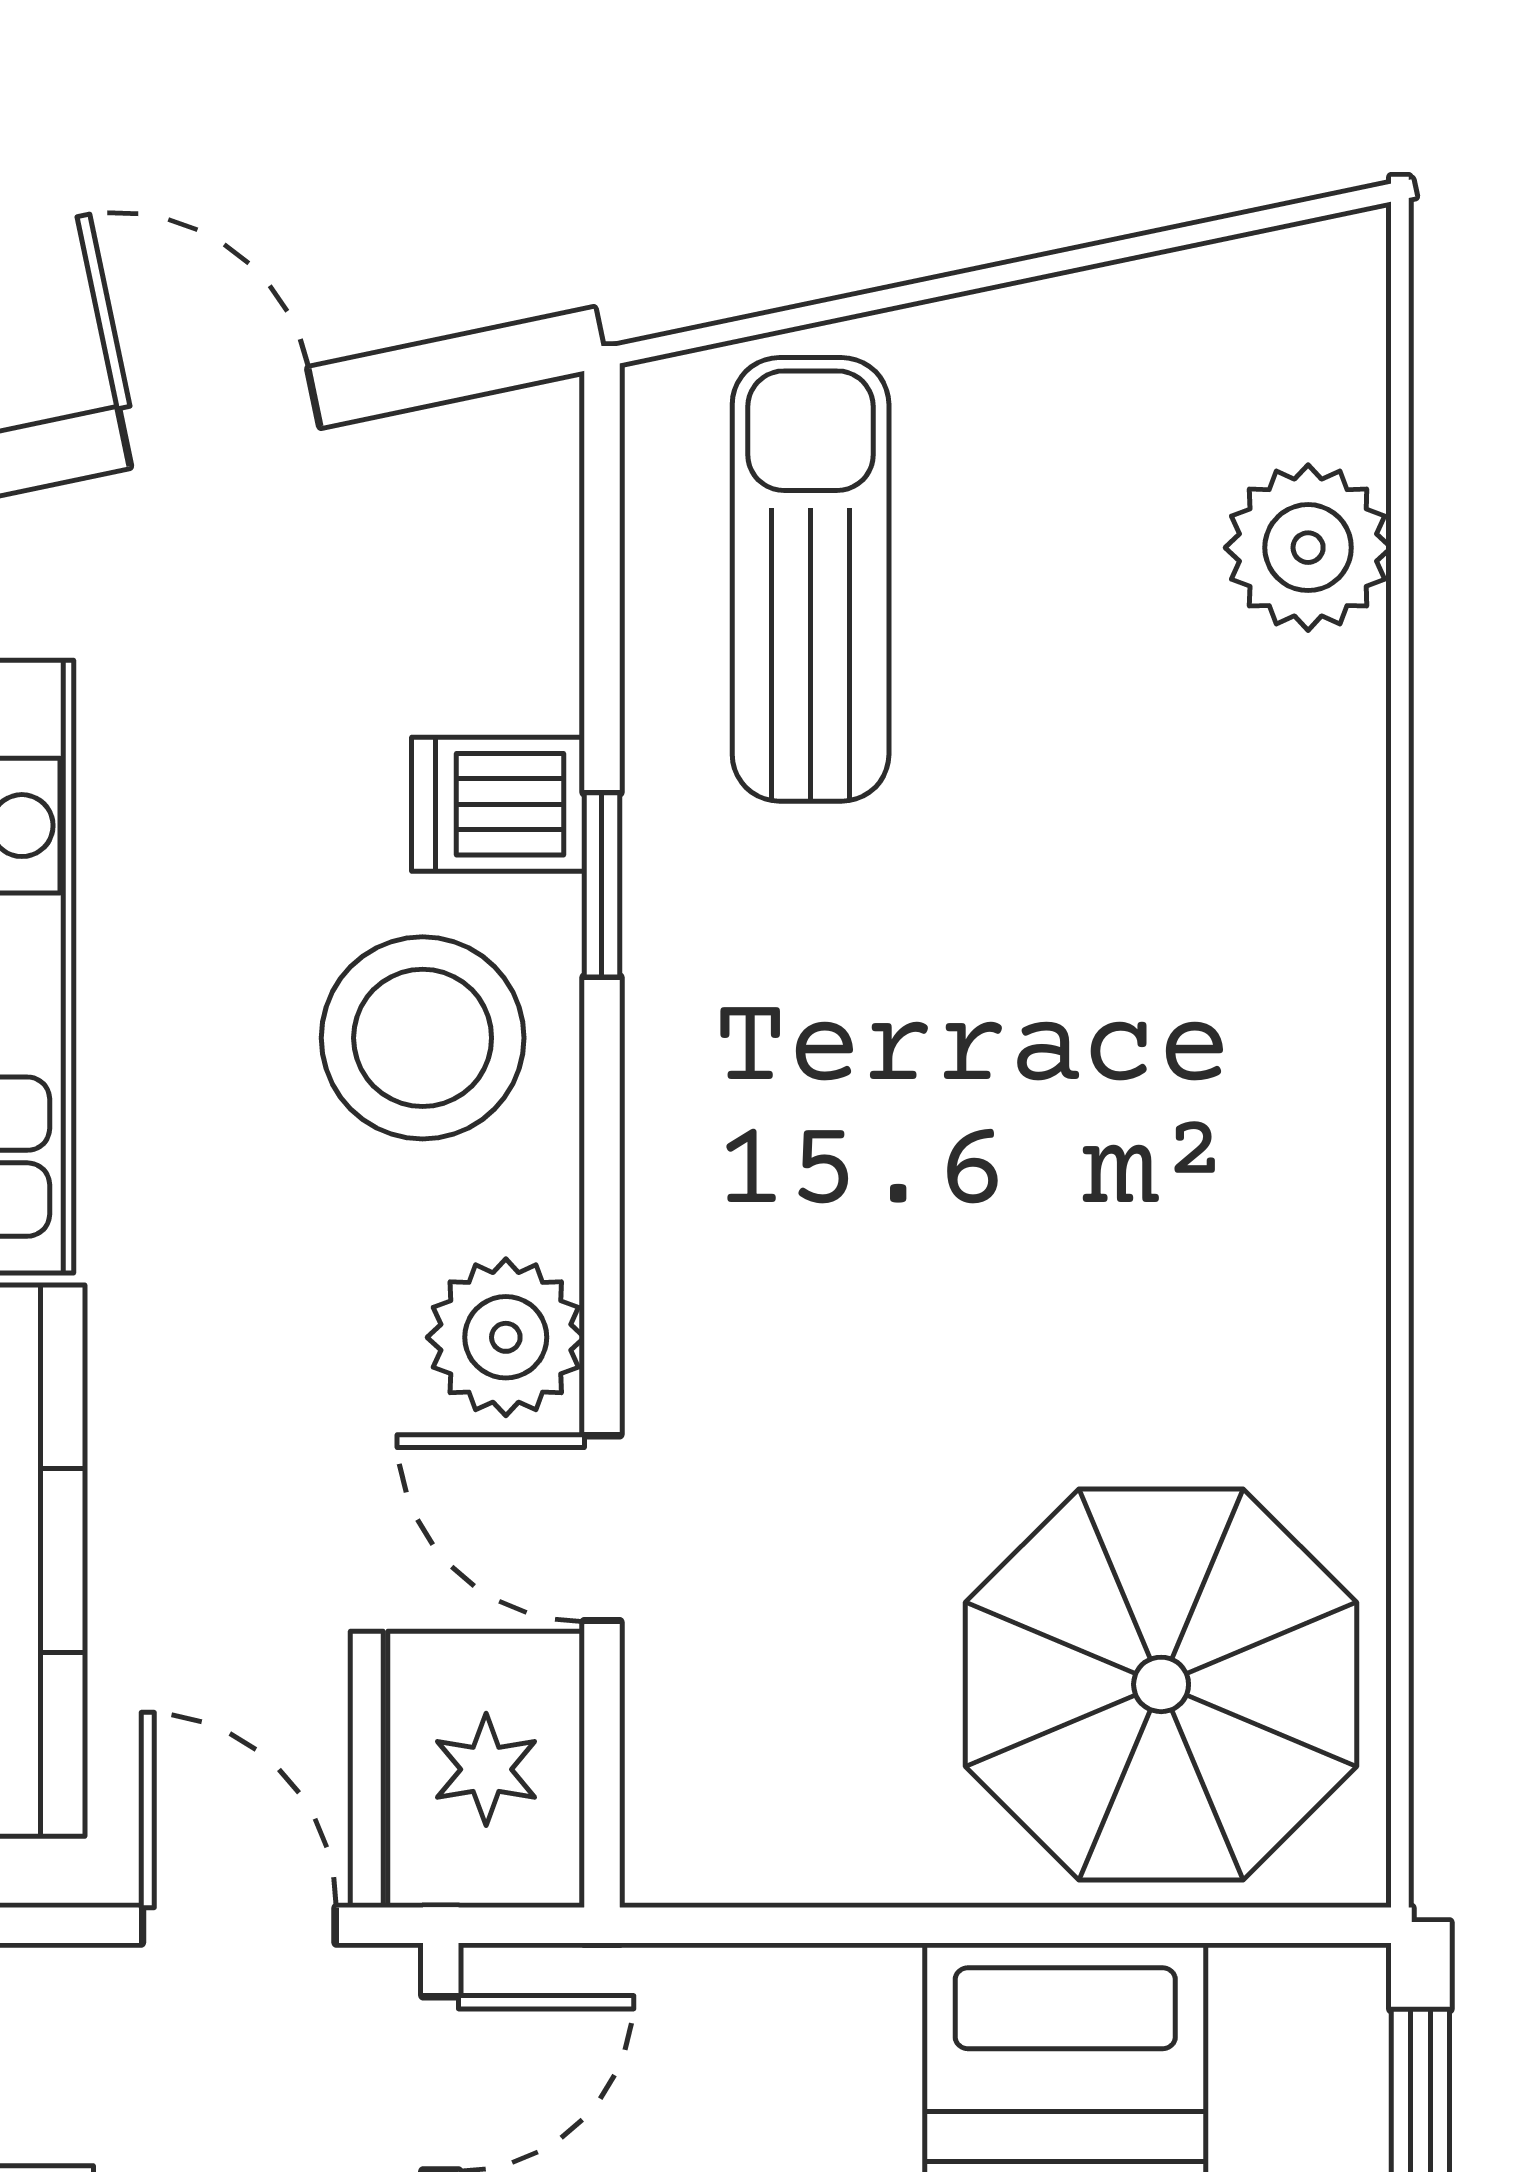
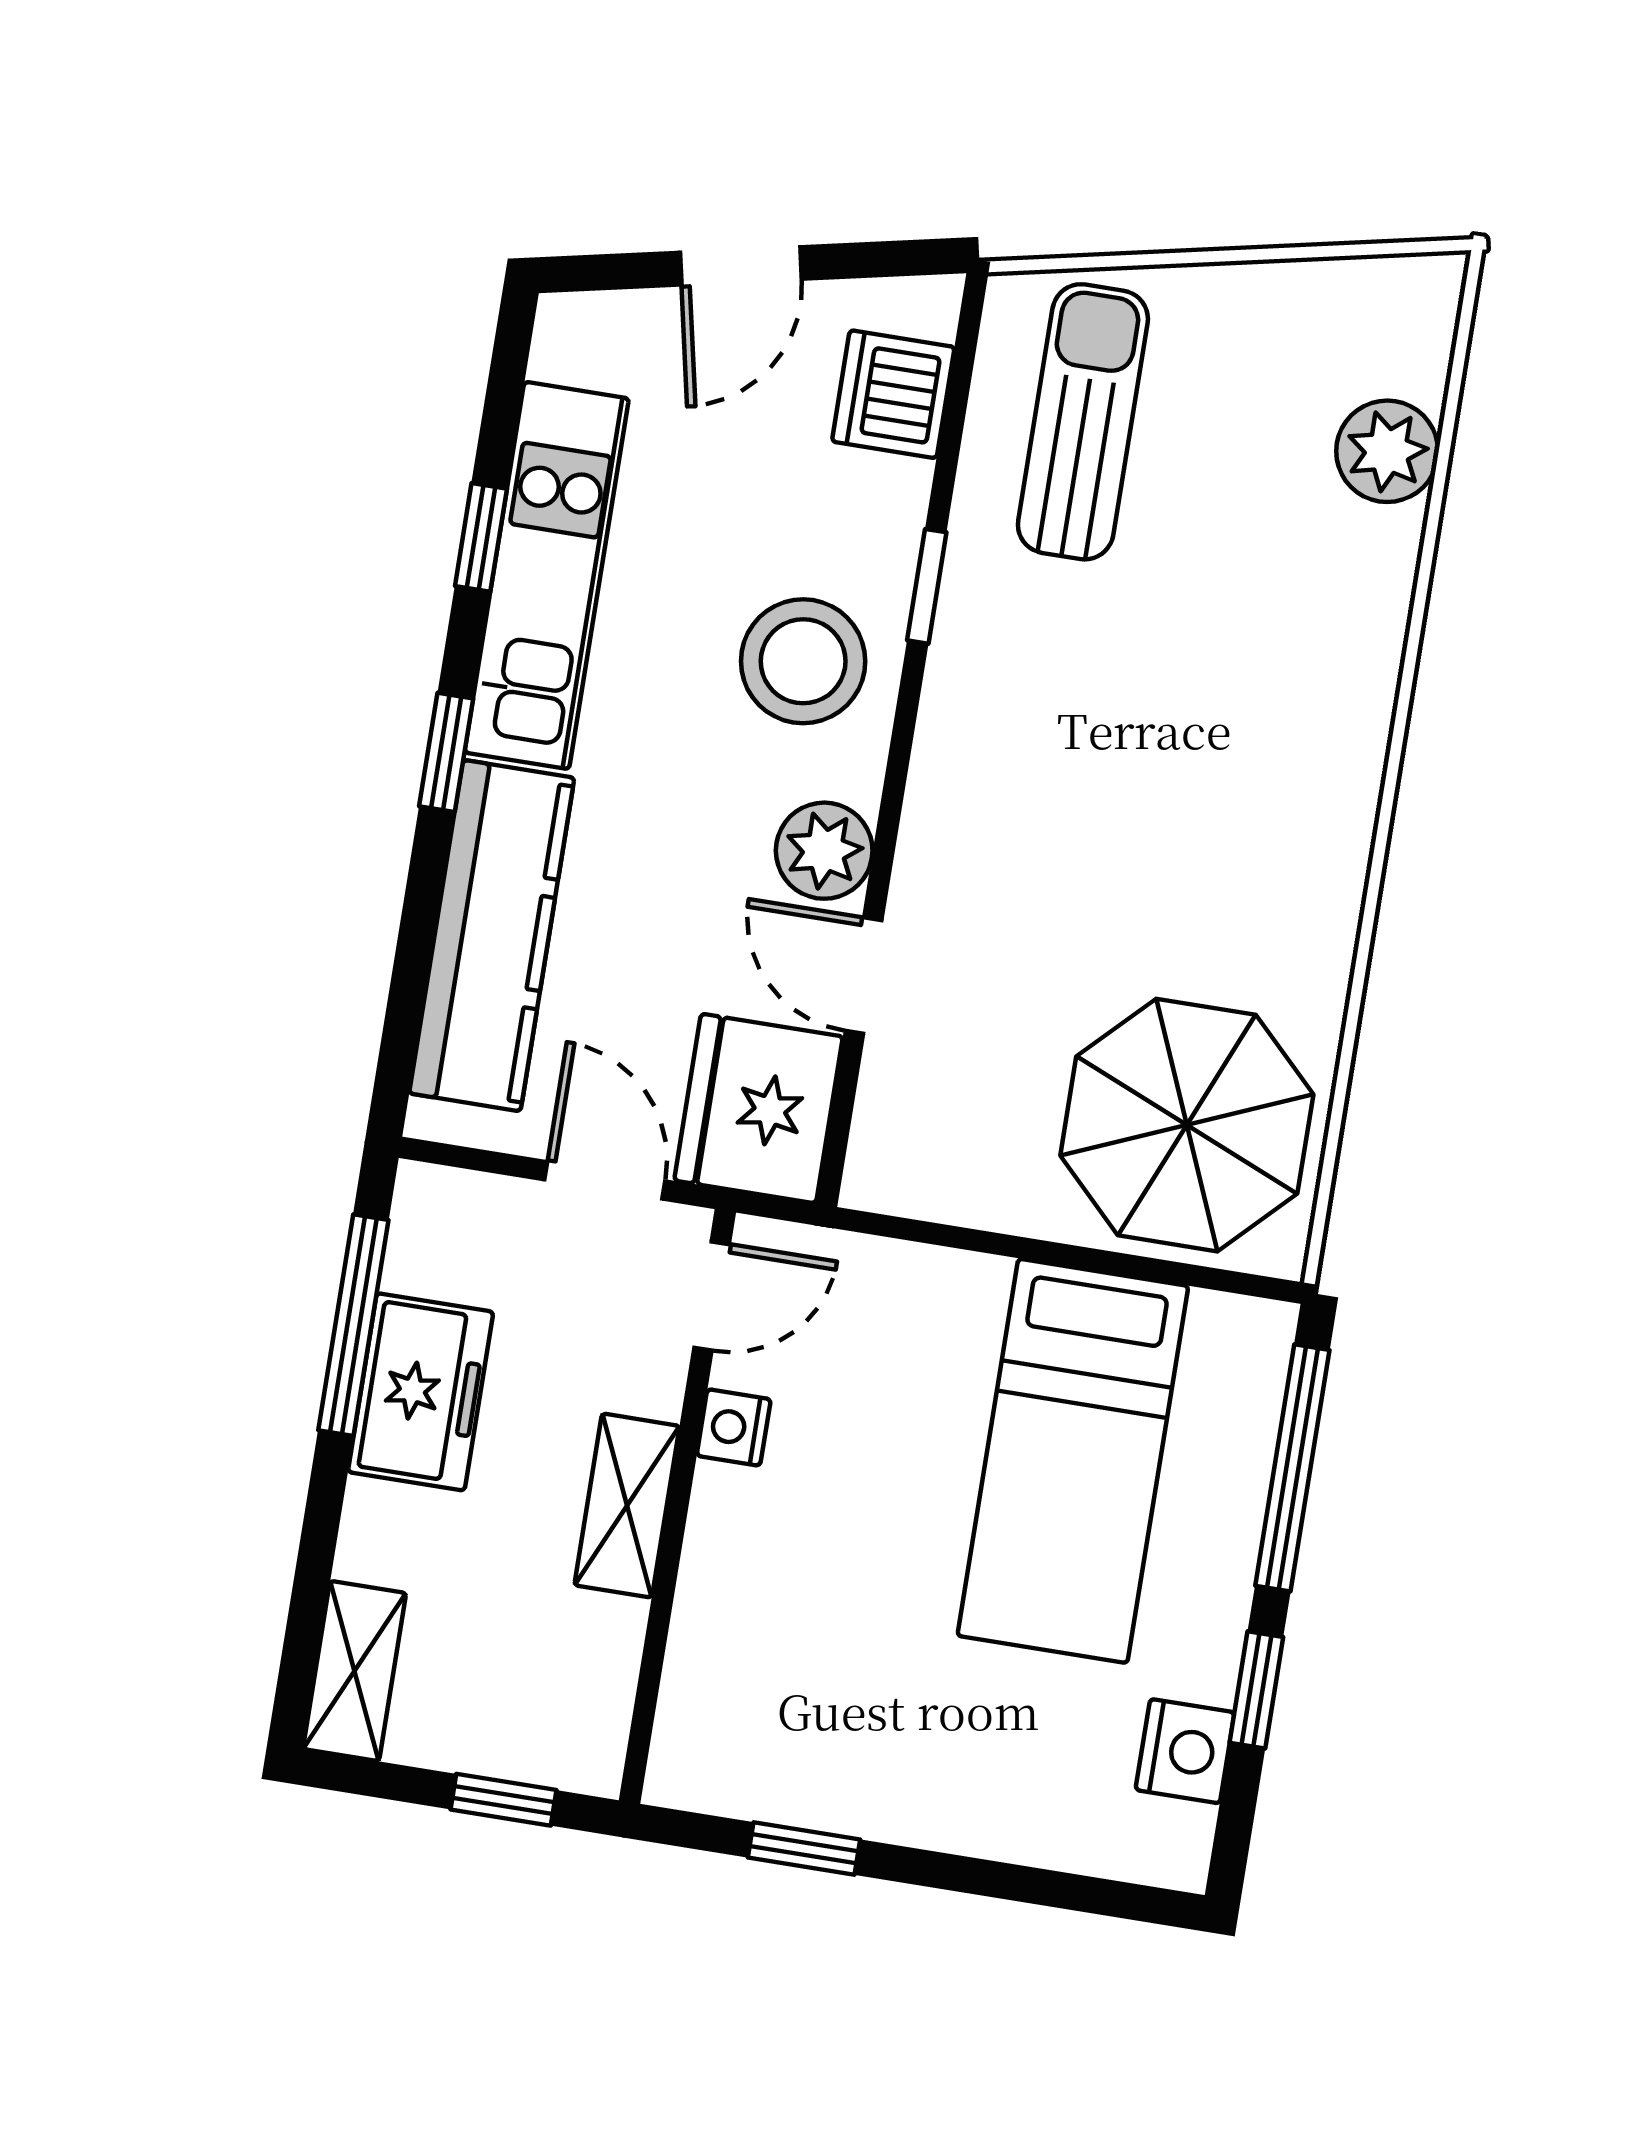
door: (219, 417) -> (741, 266), swing flipped
dishwasher: (498, 804) -> (893, 394), moved, width x1.38

